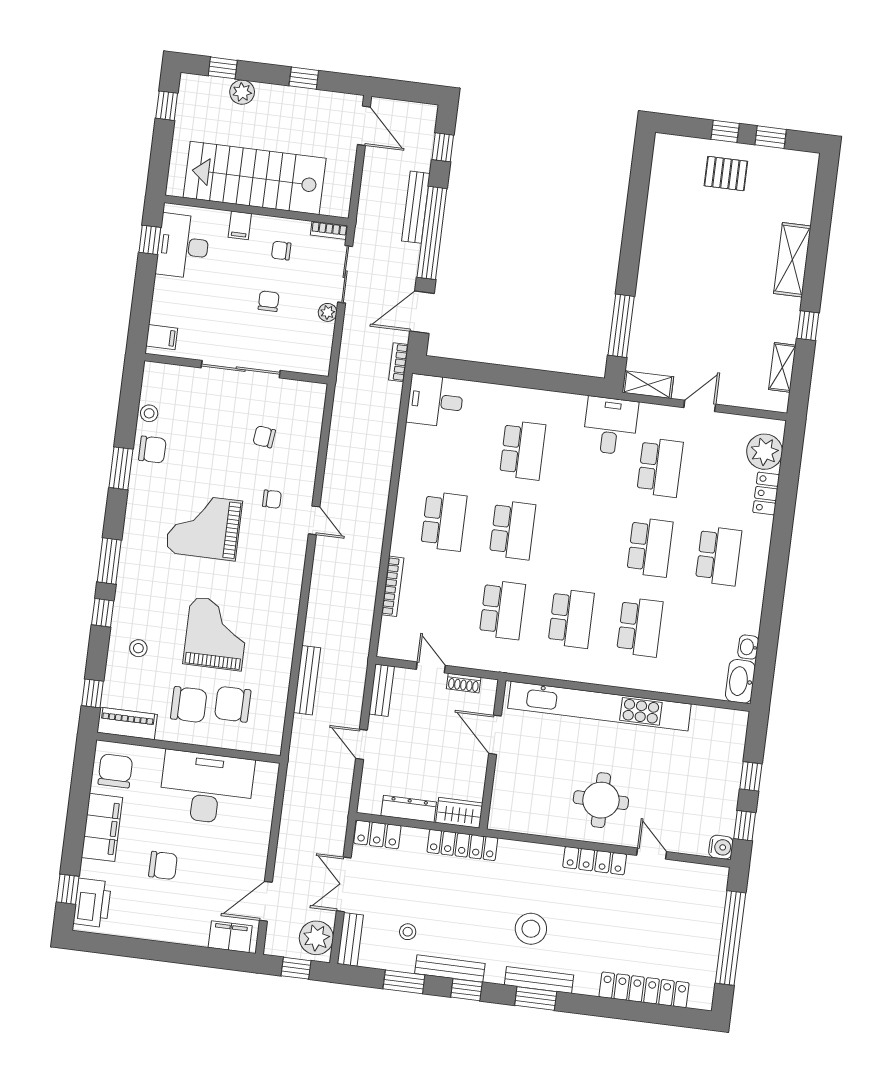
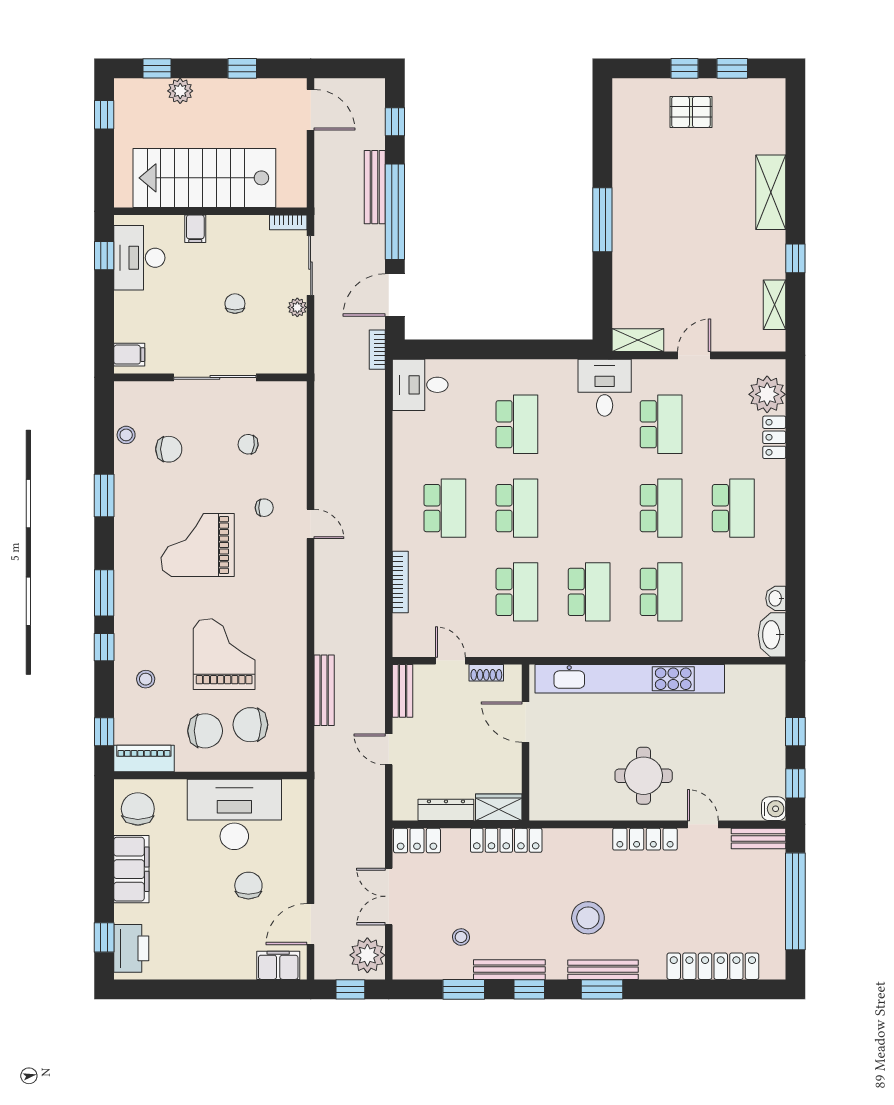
chair: (281, 251) -> (241, 250), removed
window: (621, 326) -> (602, 220), moved
chair: (152, 450) -> (169, 449), moved
chair: (163, 865) -> (248, 886), moved, turned -90
bench: (350, 939) -> (759, 838), moved, turned 90

